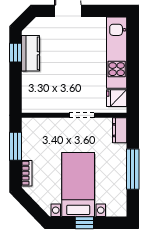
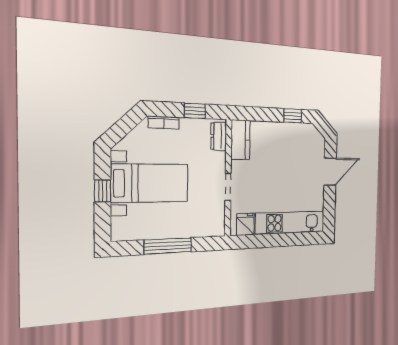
kitchen counter: (31, 53) -> (241, 140), moved, turned -90
dresser: (120, 130) -> (219, 136), moved, turned -90
window: (15, 146) -> (195, 111), width x0.67

